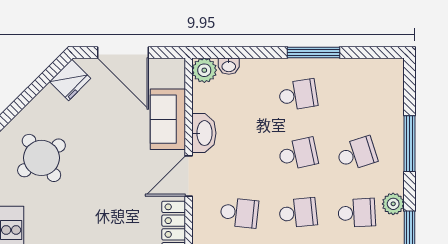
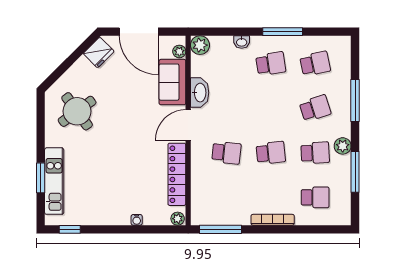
washbasin: (229, 66) -> (242, 42), moved
plant: (177, 79) -> (179, 51), added
school desk: (298, 154) -> (315, 64), moved

